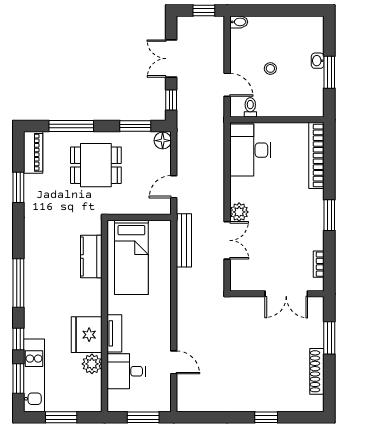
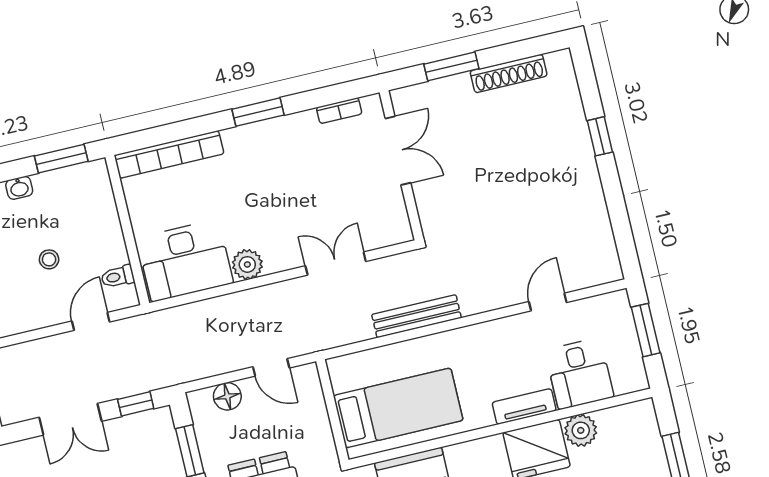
window: (329, 72) -> (61, 159), moved
floor lamp: (163, 141) -> (227, 396), moved
plant: (239, 212) -> (247, 264), moved
bench: (184, 240) -> (417, 316), moved

